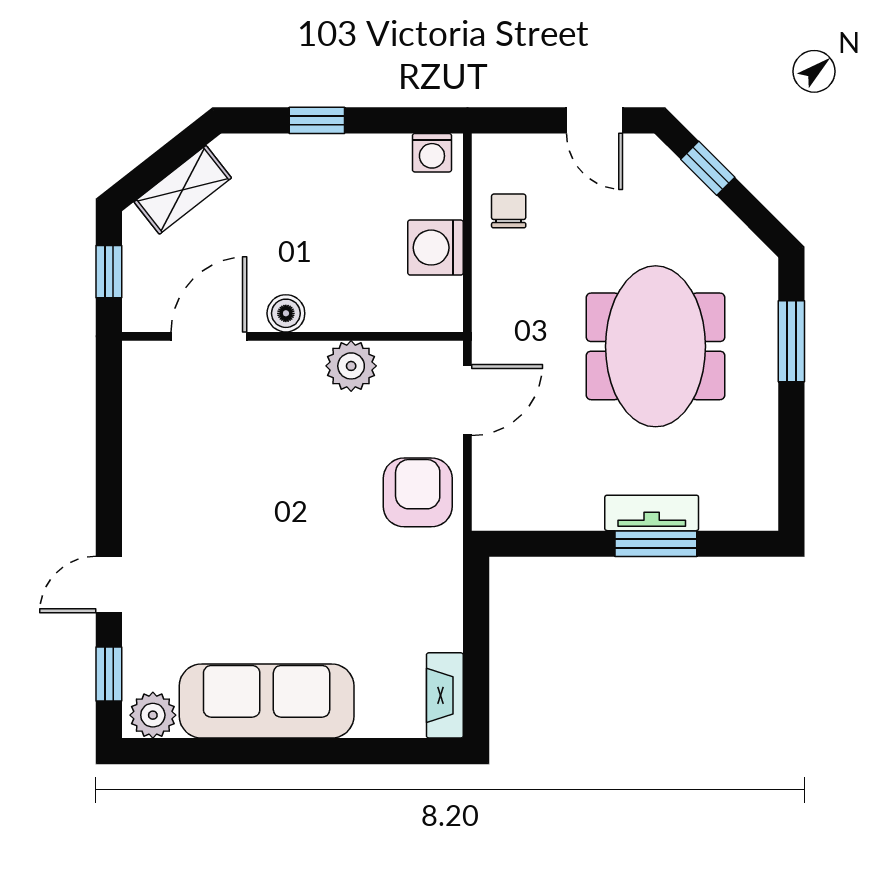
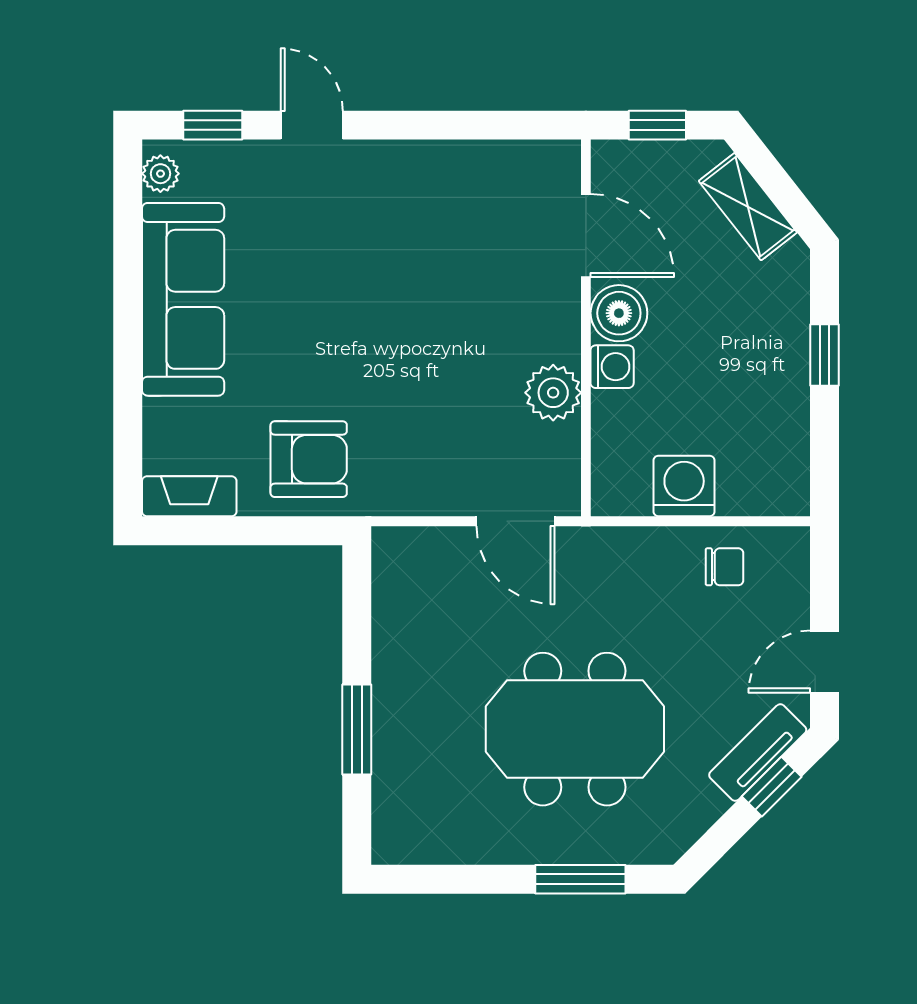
washing machine: (432, 153) -> (612, 367), moved, turned 180
boiler: (286, 313) -> (619, 313), width x1.36, depth x1.36
armchair: (418, 492) -> (309, 459), moved
tv unit: (652, 513) -> (758, 752), moved, turned -135
plant: (153, 715) -> (160, 174), width x0.73, depth x0.73

